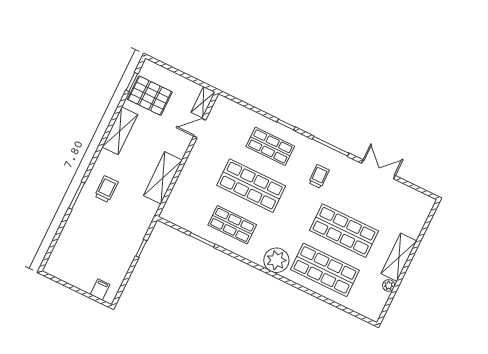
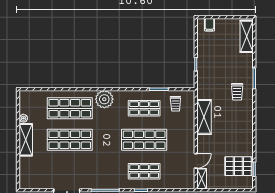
shelving: (120, 131) -> (247, 36), moved
trolley: (319, 176) -> (175, 104), moved

